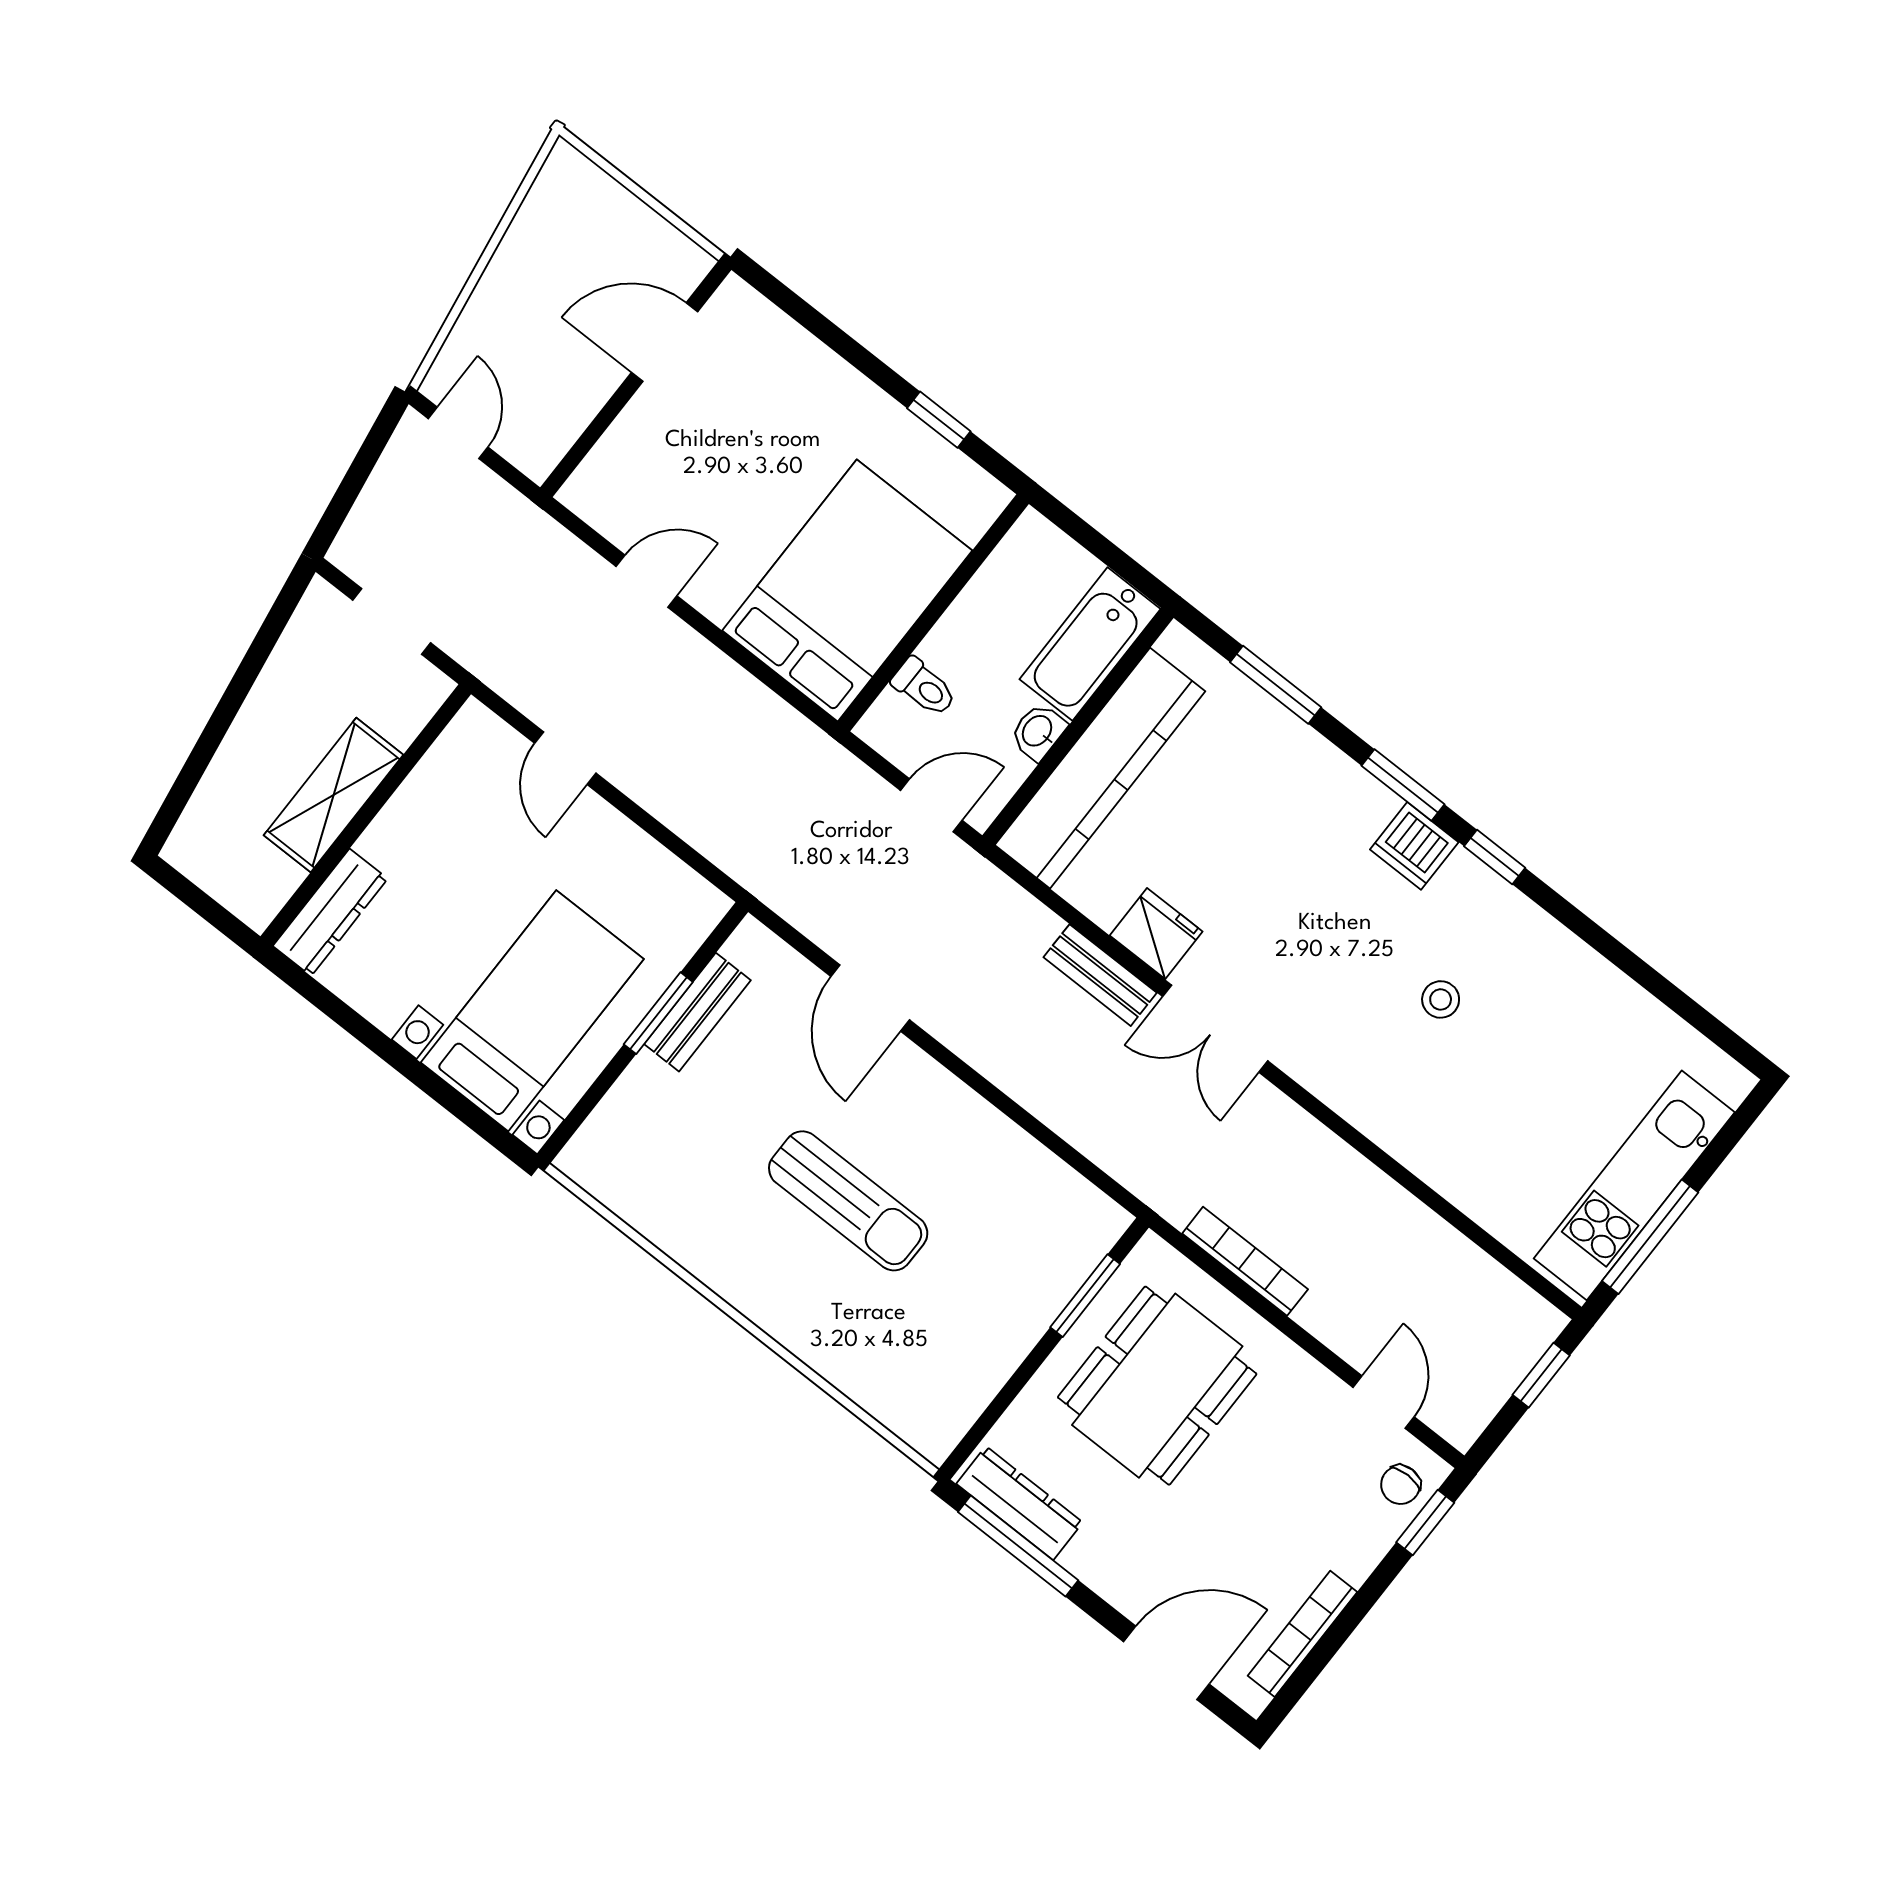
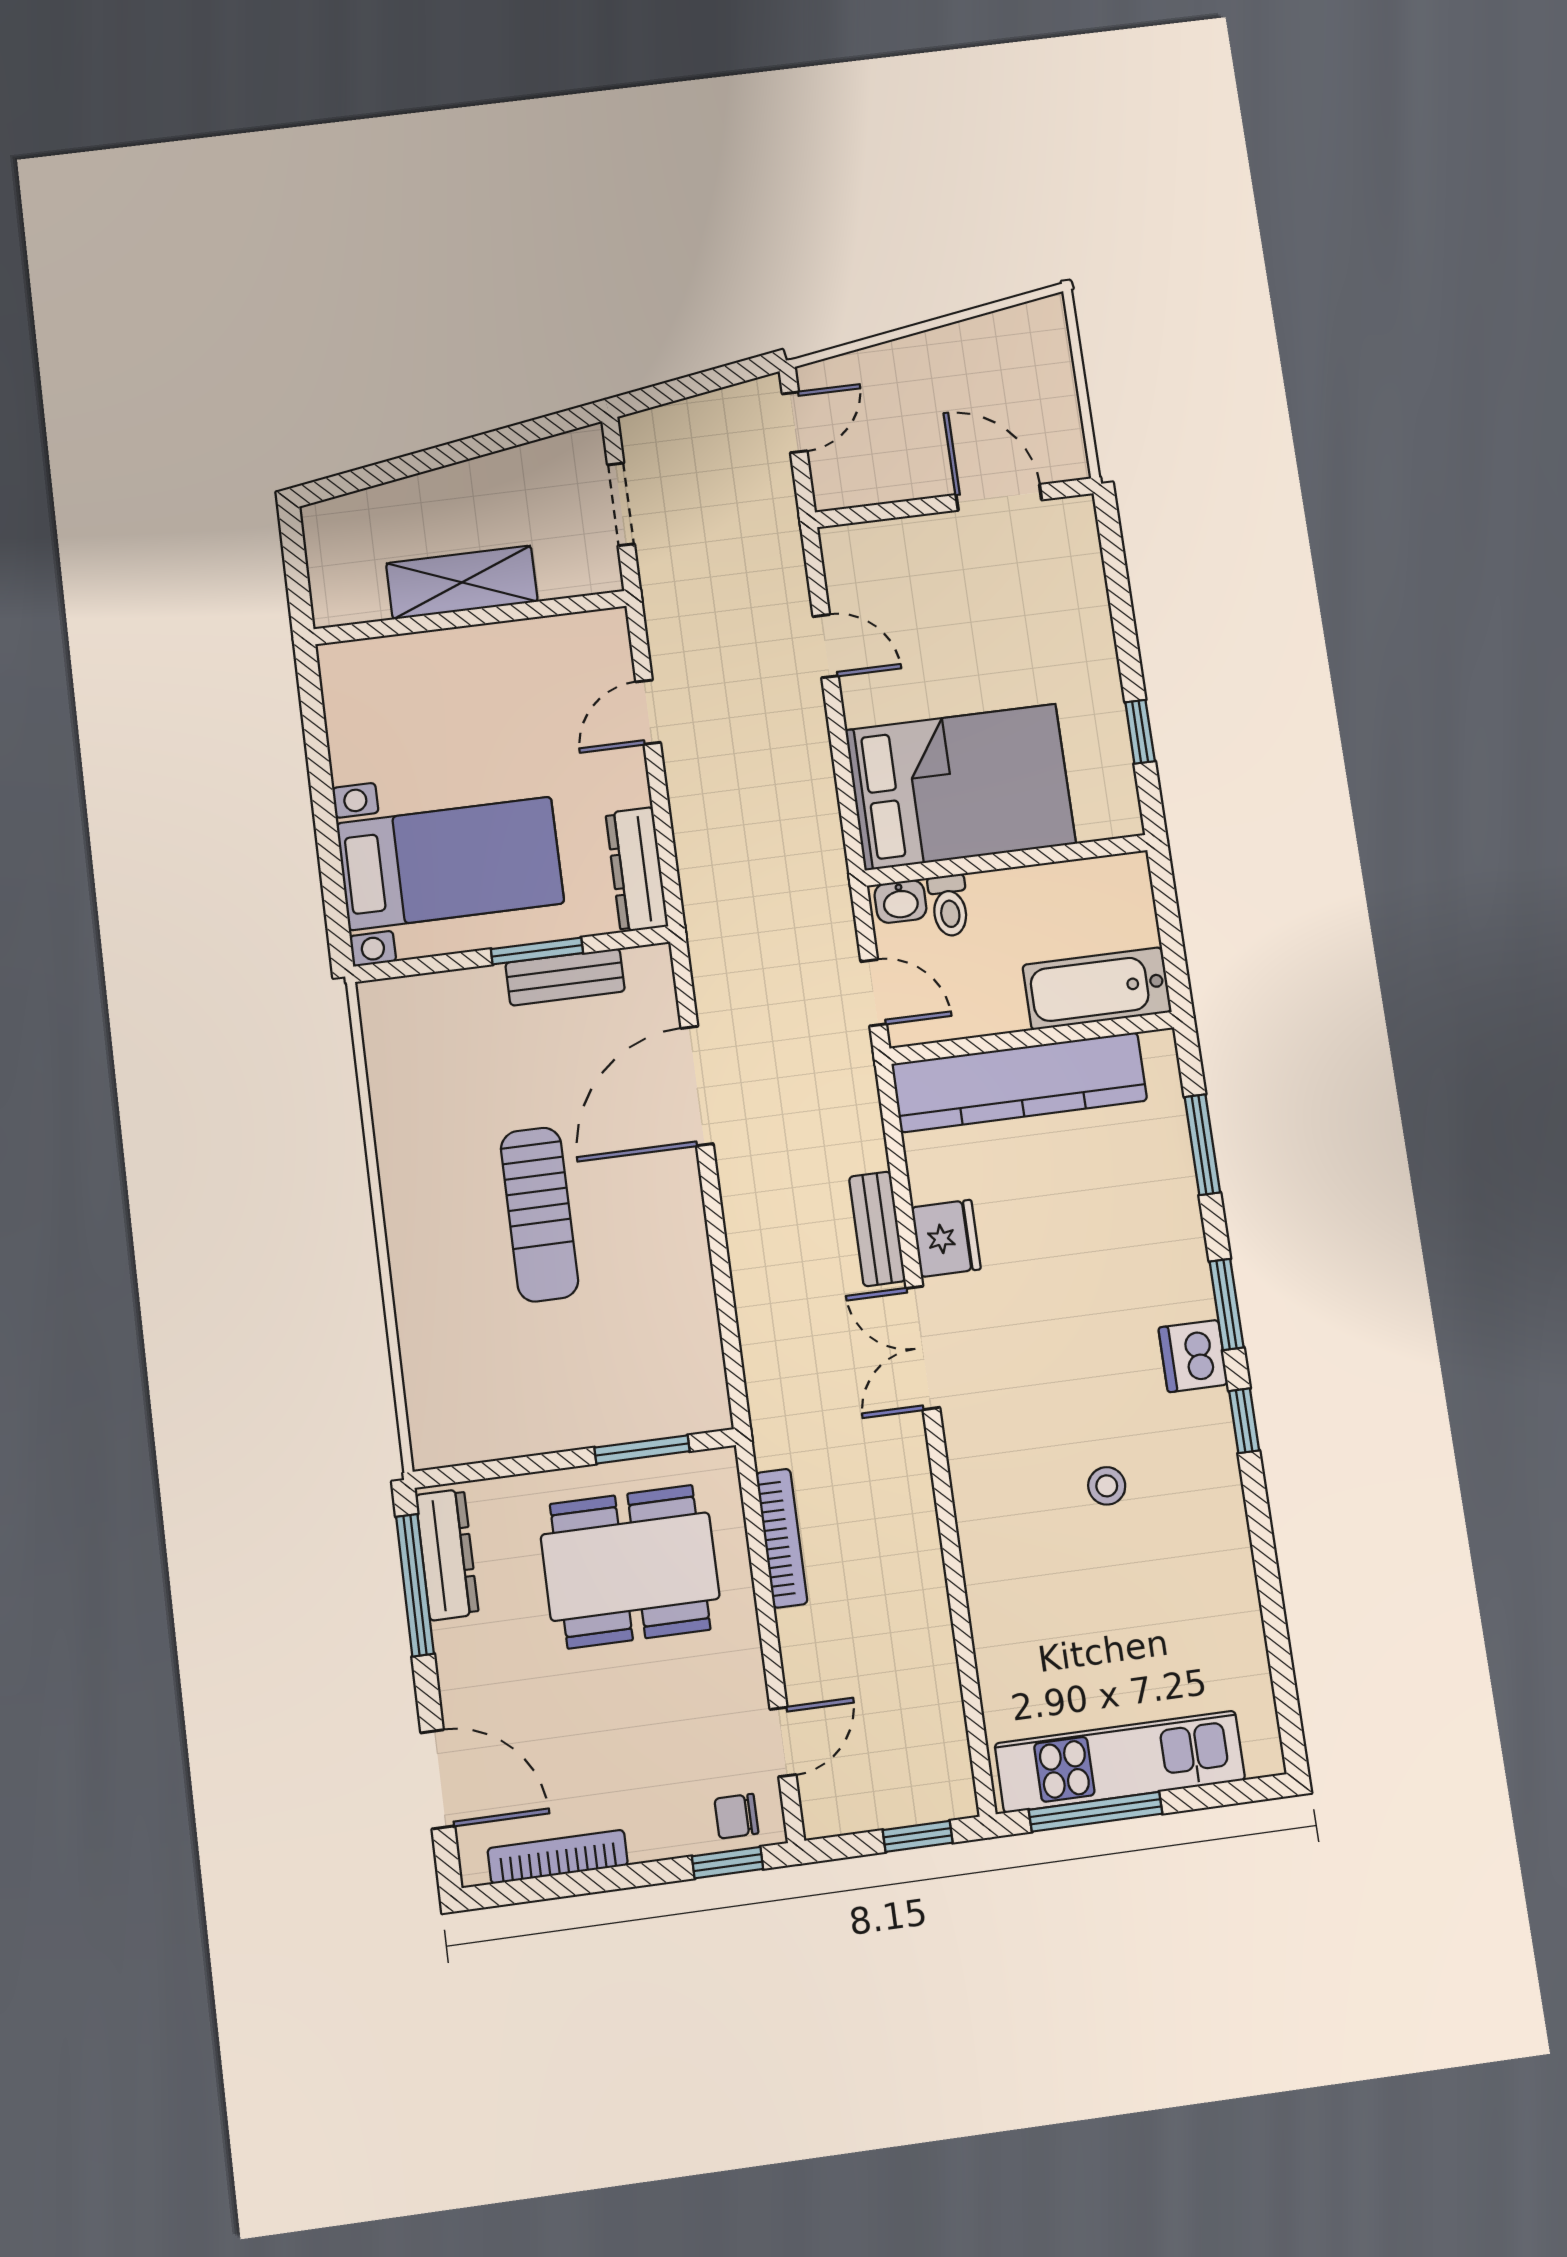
washbasin: (1038, 731) -> (900, 901), moved, turned 180
dresser: (330, 912) -> (637, 870), moved, turned 90
door: (870, 998) -> (697, 1086), width x1.36

